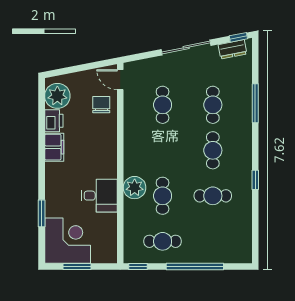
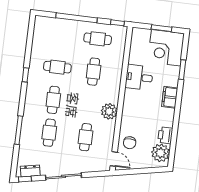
filing cabinet: (54, 147) -> (170, 97), moved
plant: (135, 188) -> (109, 111), moved

